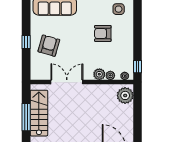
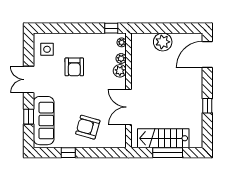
window: (26, 42) -> (68, 153), moved
plant: (125, 95) -> (163, 42), moved

